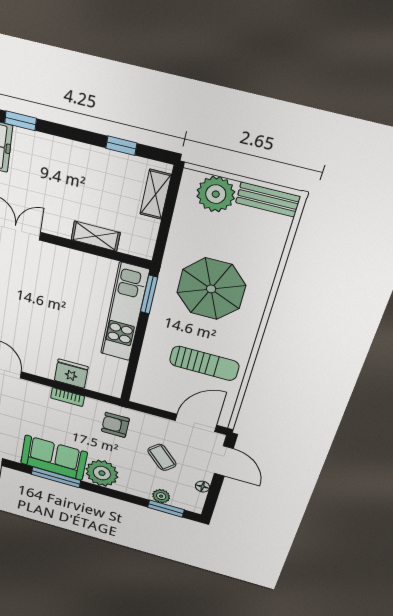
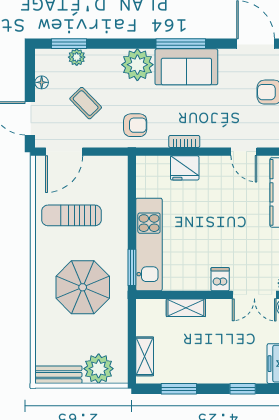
window: (21, 121) -> (243, 389), moved
window: (121, 146) -> (179, 389), width x1.50
dishwasher: (51, 256) -> (220, 279), added

